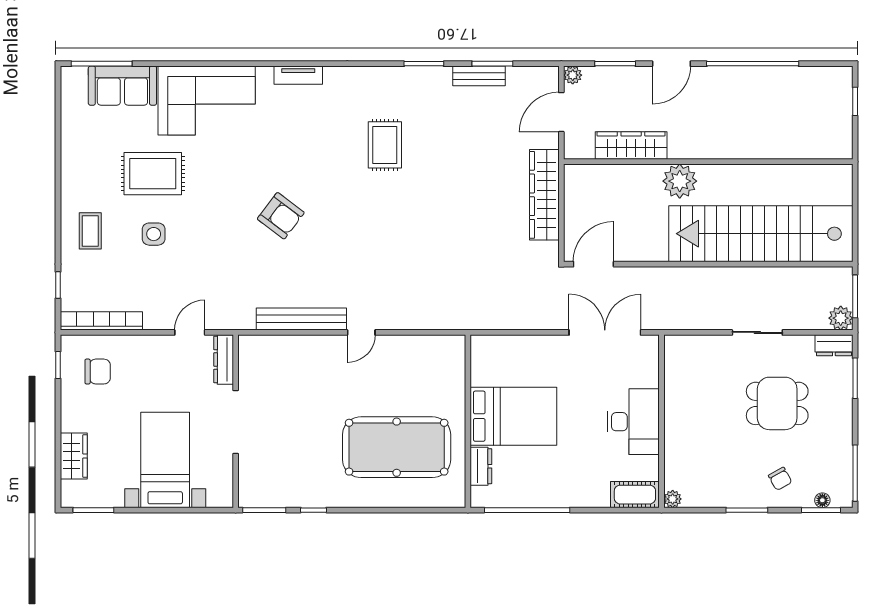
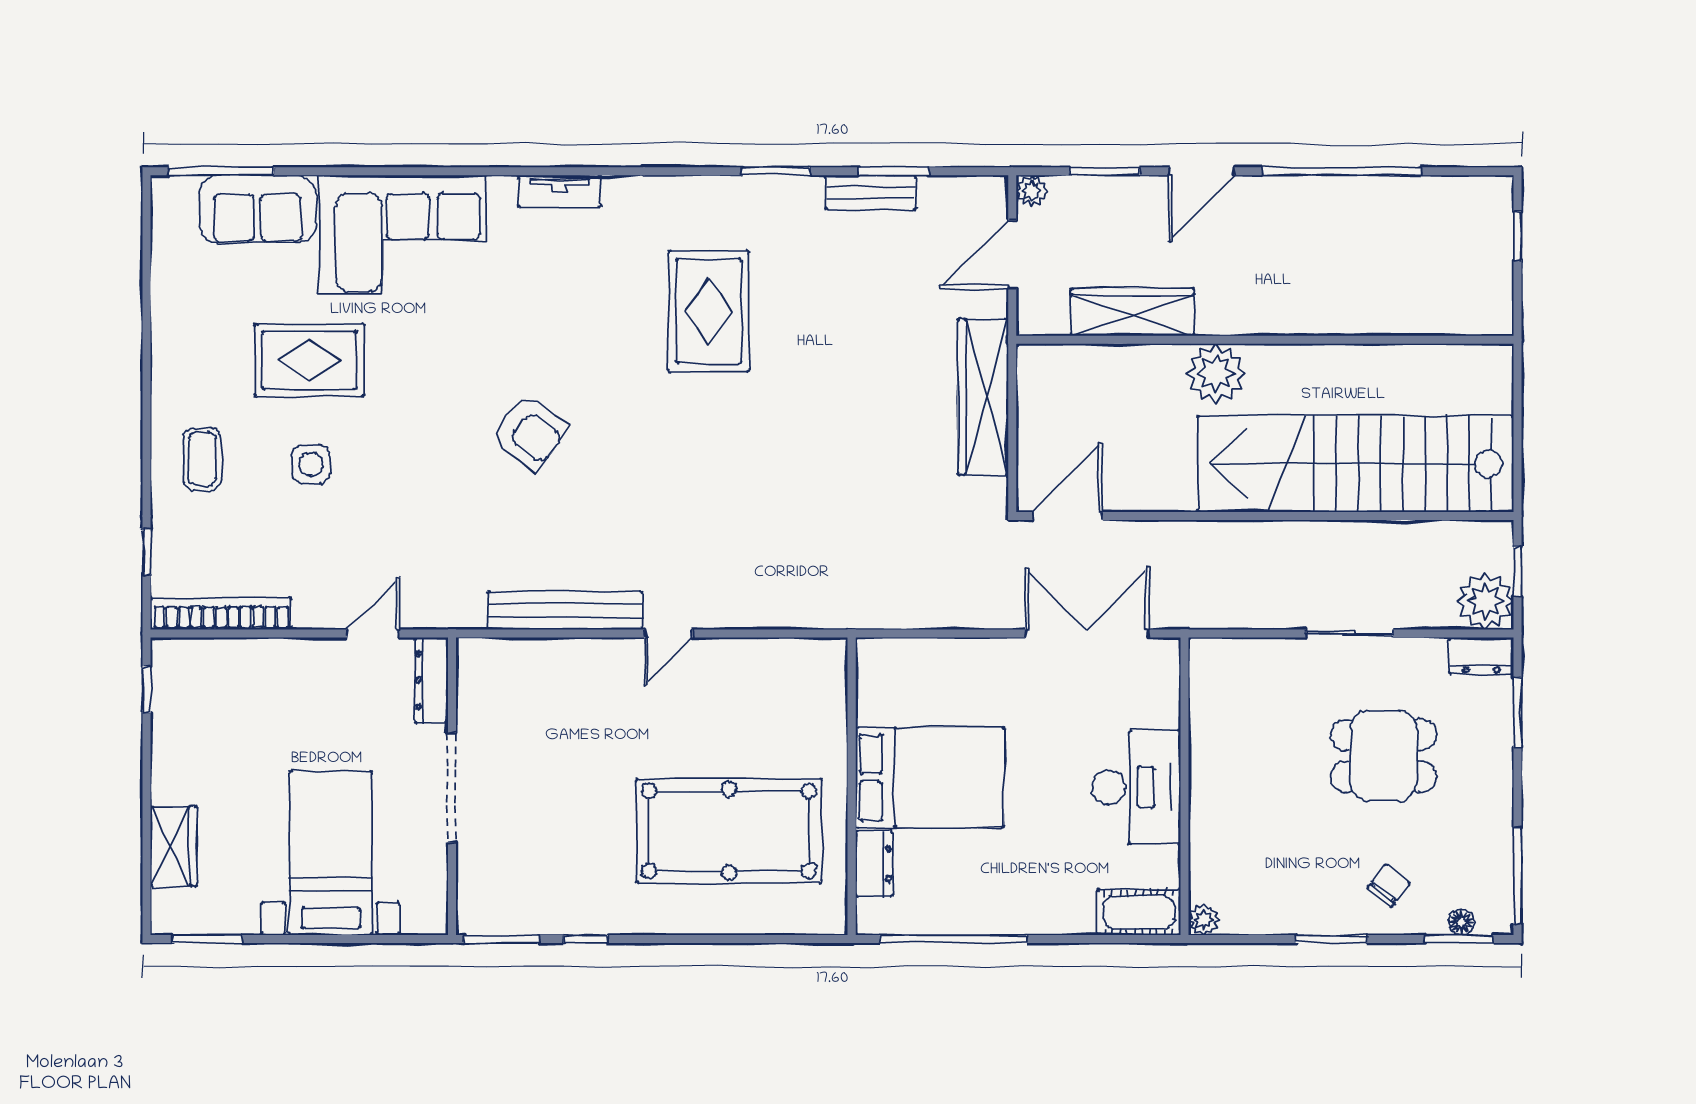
rug: (385, 145) -> (709, 311), width x1.36, depth x1.43
window: (855, 296) -> (1518, 572), width x0.67
plant: (841, 318) -> (1485, 601), width x1.36, depth x1.36
chair: (98, 372) -> (215, 701), removed
chair: (780, 479) -> (1389, 885), turned -113

